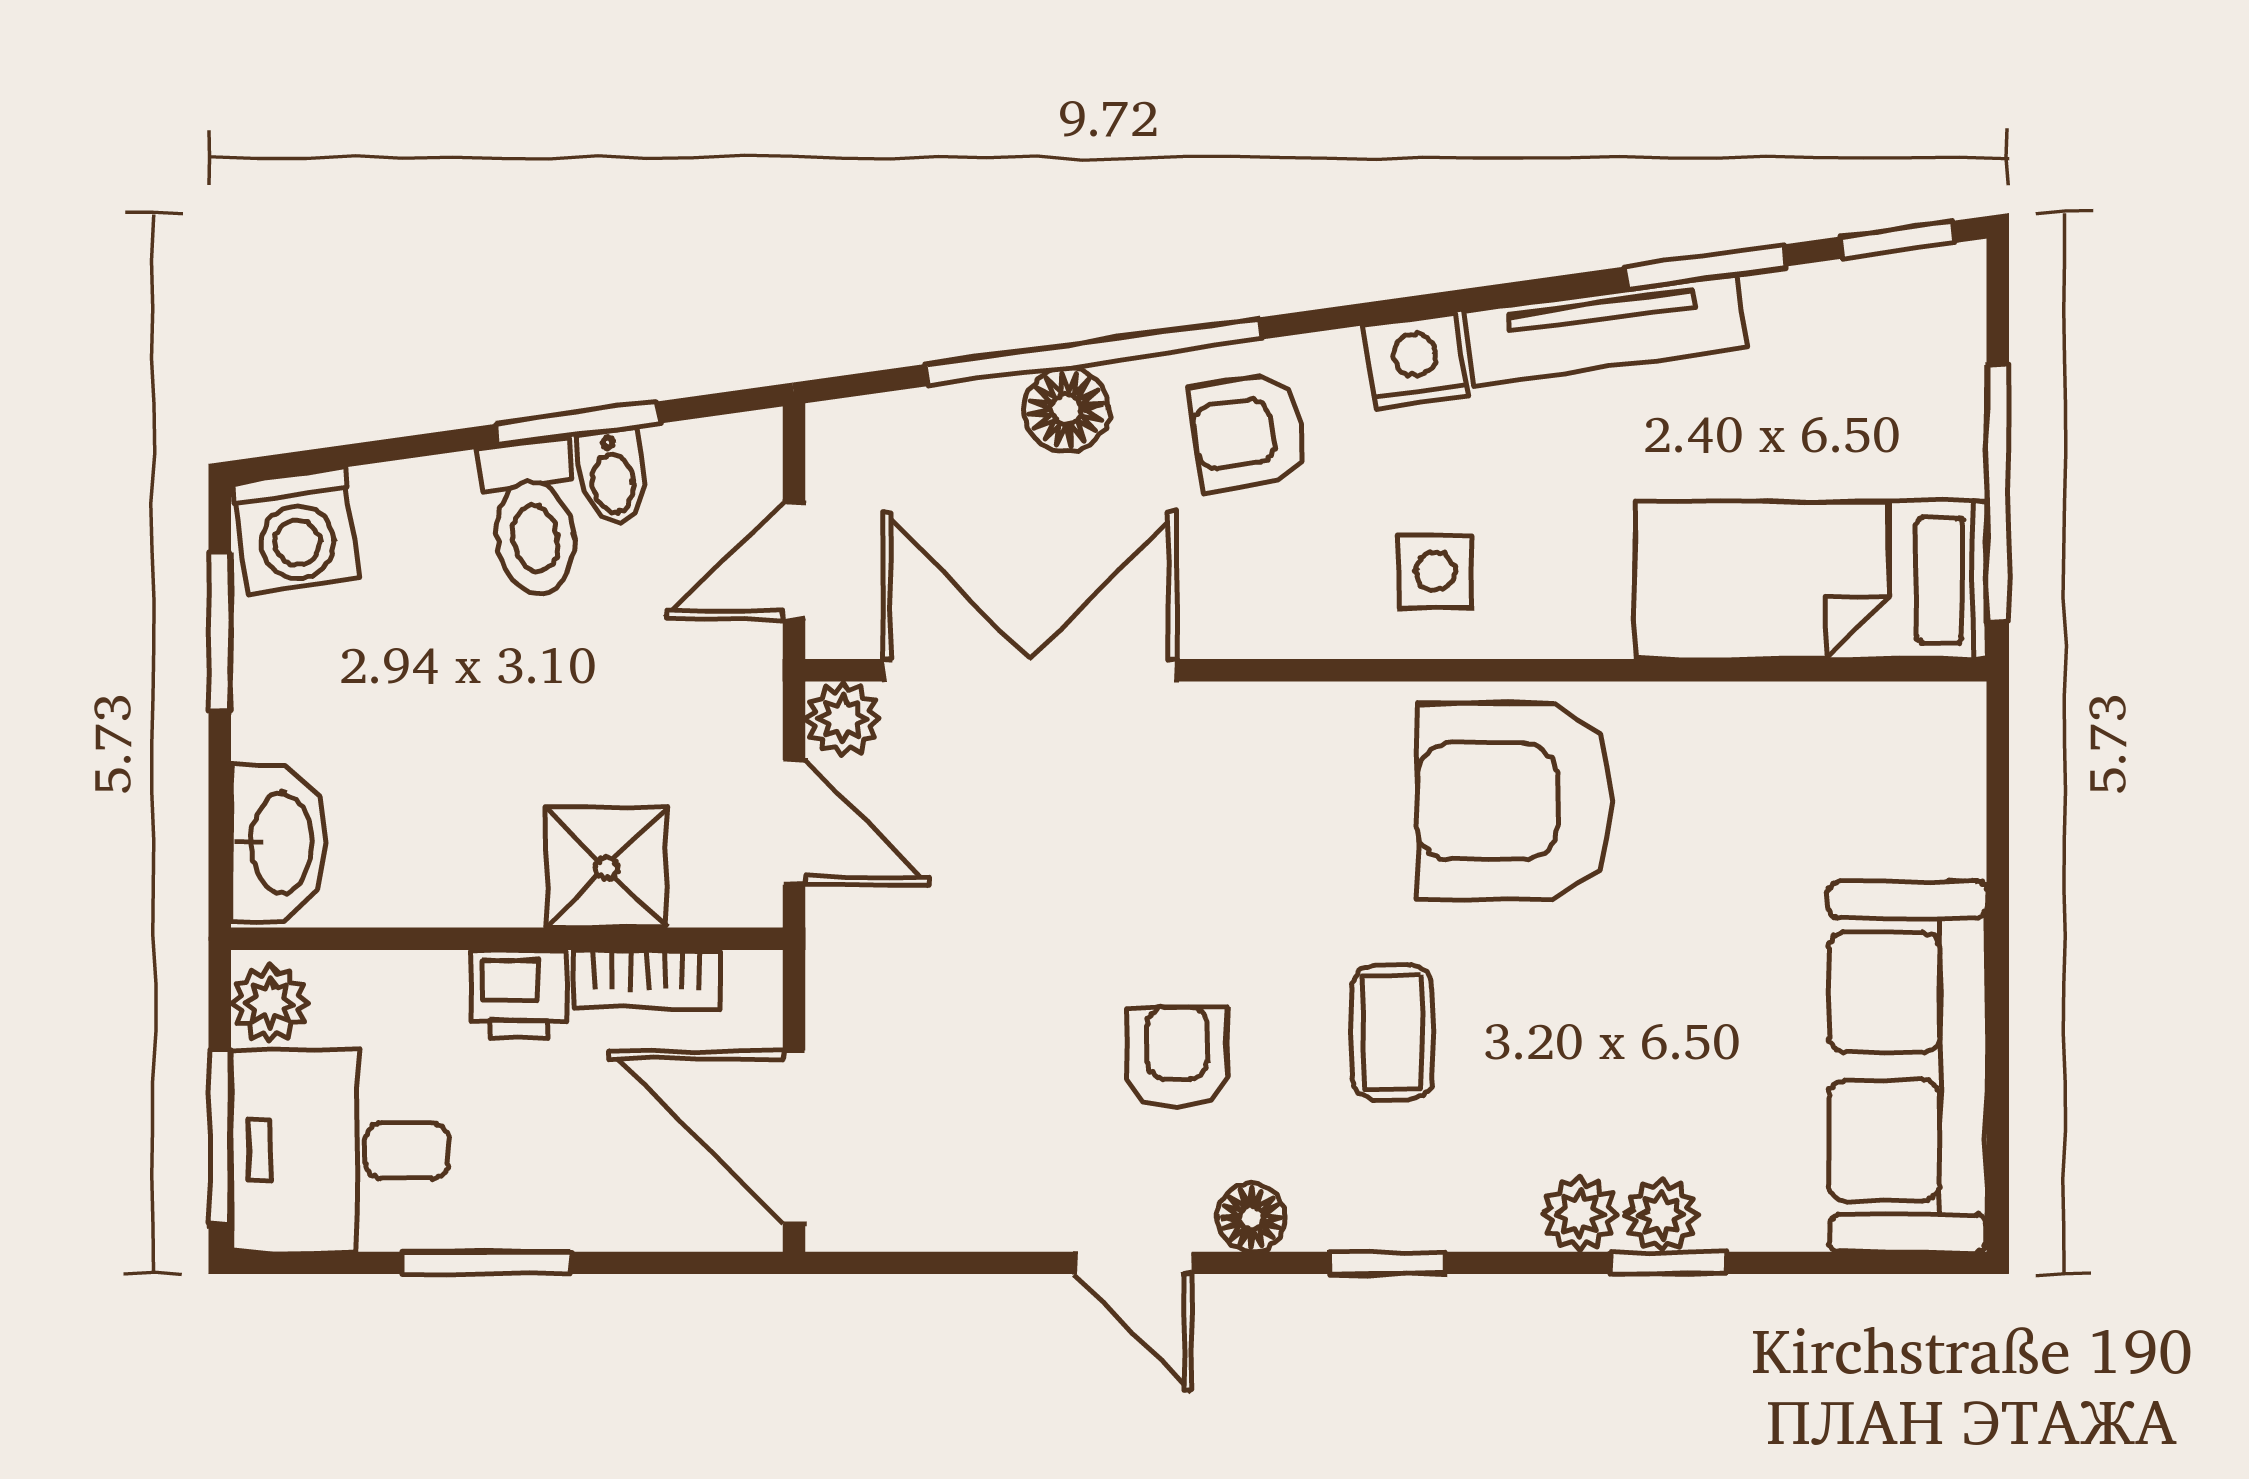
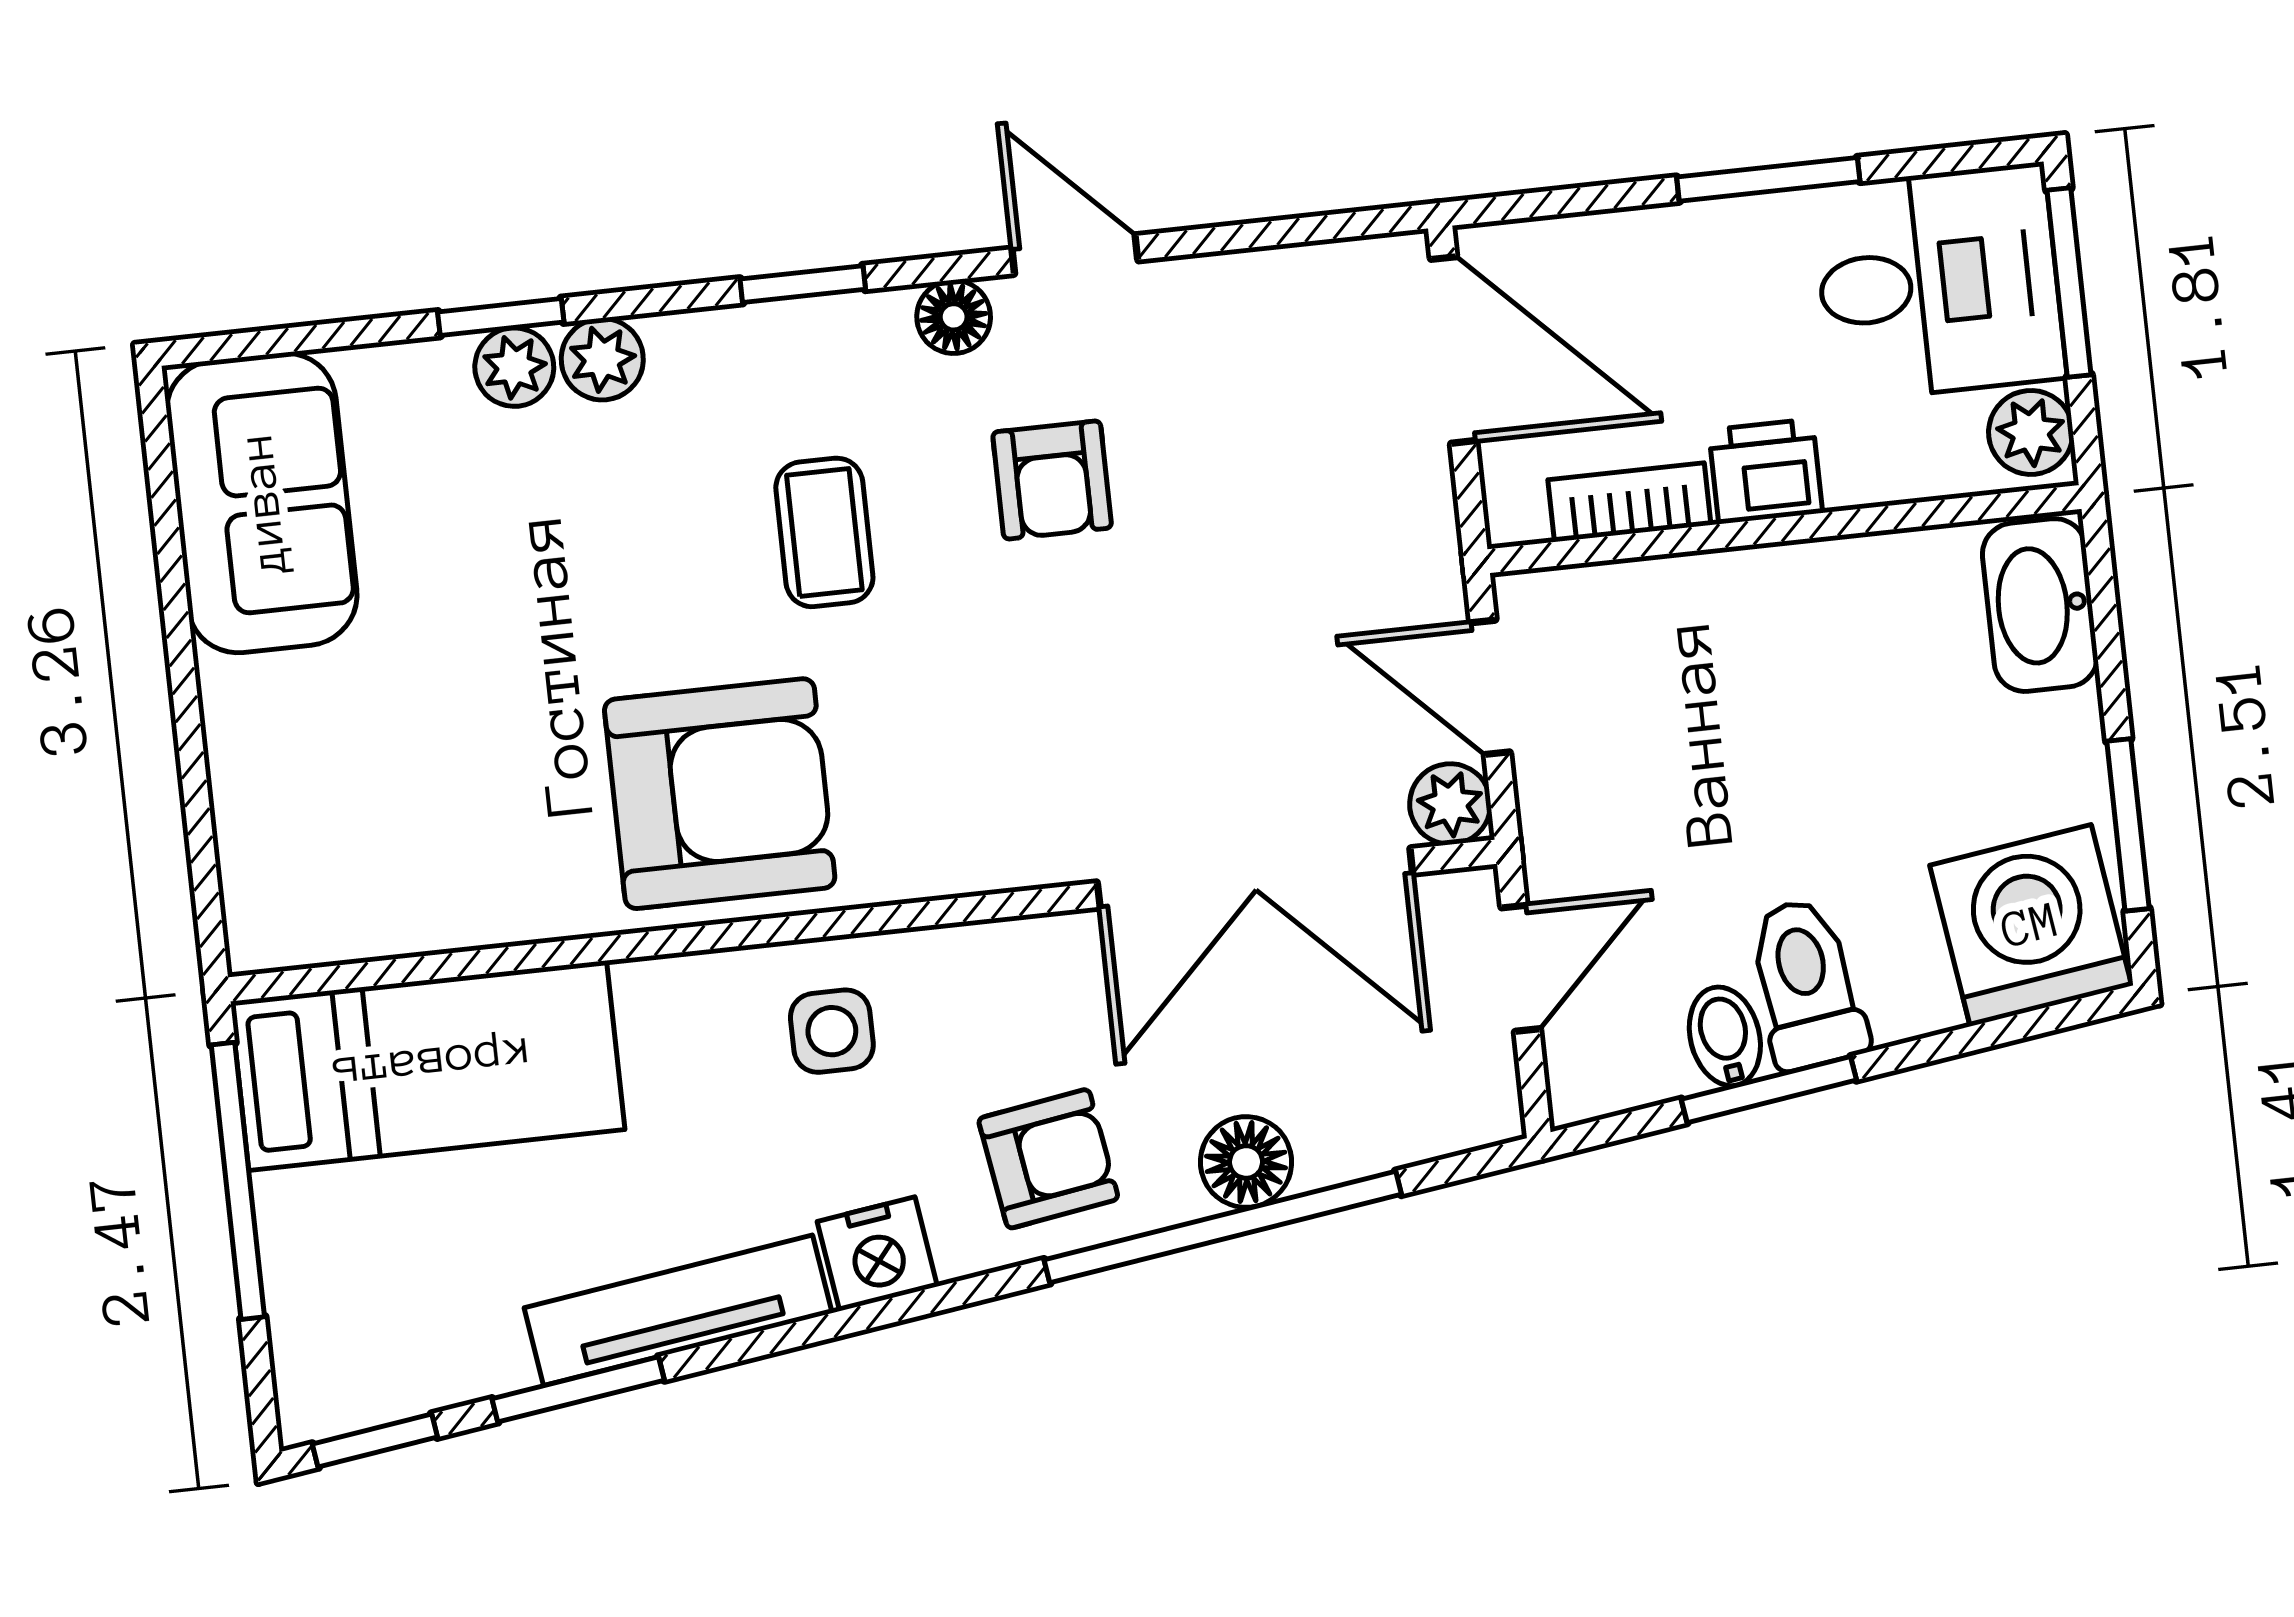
washing machine: (296, 531) -> (2031, 925), width x1.37, depth x1.37
shower: (607, 868) -> (1686, 617), removed
sofa: (1908, 1066) -> (262, 503), width x0.73

